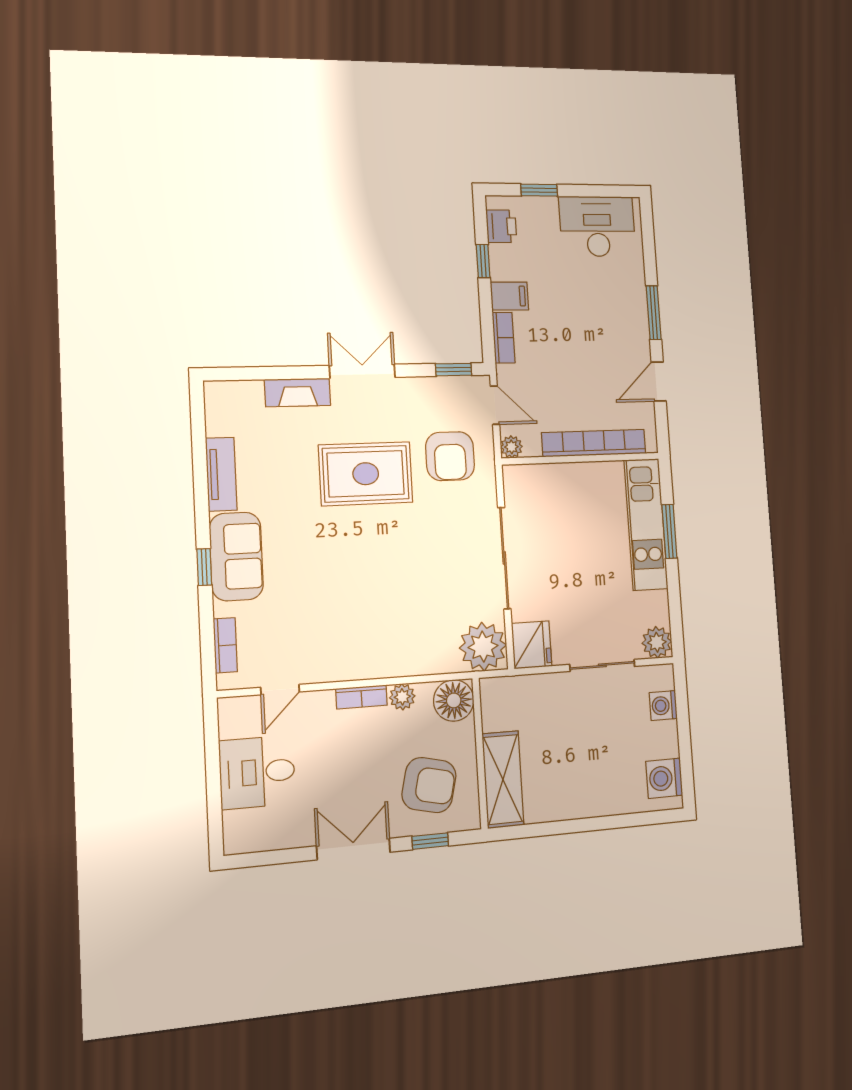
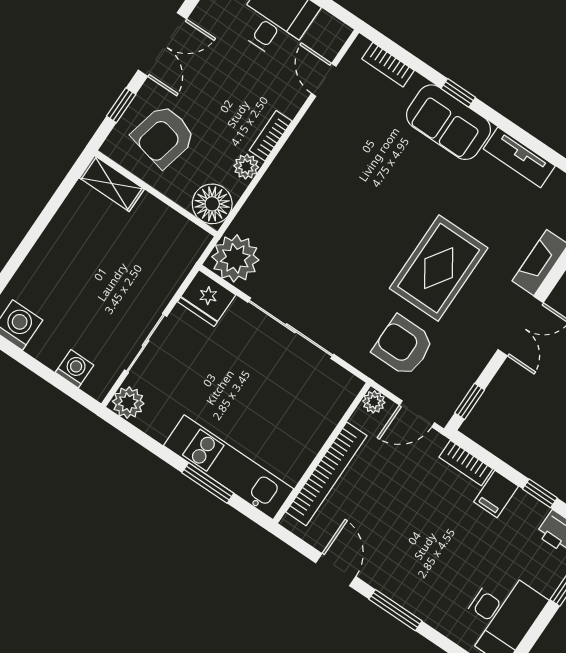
shelving: (503, 779) -> (112, 184), width x0.67, depth x0.75

